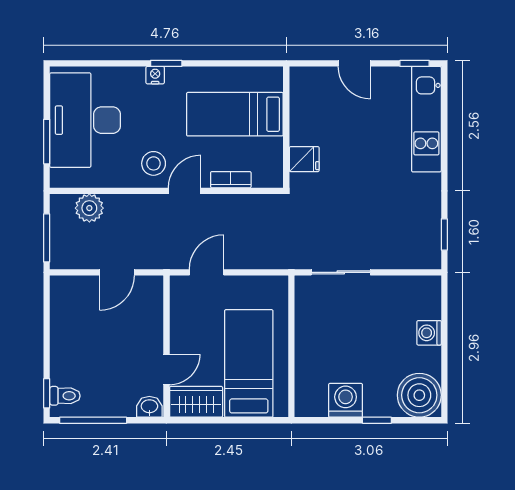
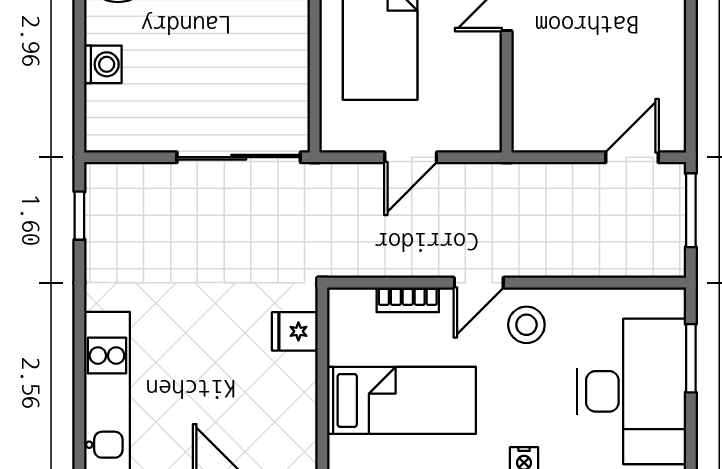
plant: (89, 208) -> (625, 256), removed
door: (117, 272) -> (632, 157), moved
door: (207, 272) -> (411, 157), moved
sliding door: (341, 272) -> (239, 157), width x1.37

